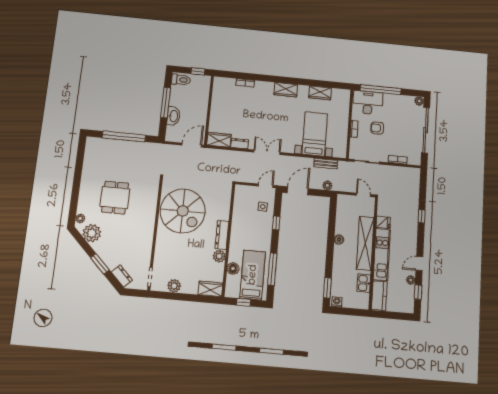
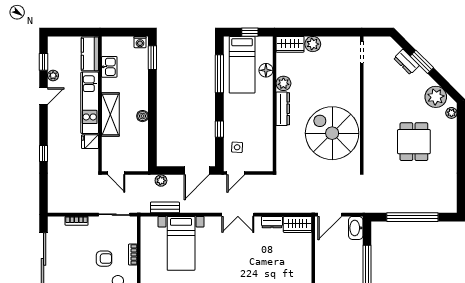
washbasin: (173, 116) -> (356, 228), moved
shelving: (365, 243) -> (110, 114), width x0.68
dresser: (122, 276) -> (407, 62), moved
plant: (174, 286) -> (313, 44), moved

